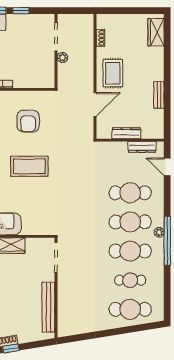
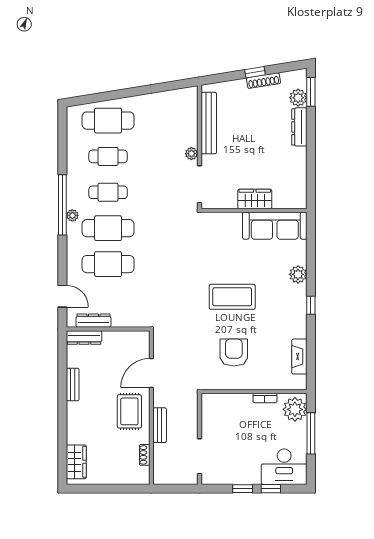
plant: (62, 57) -> (191, 154), moved
bench: (88, 62) -> (160, 425), added
dresser: (126, 133) -> (84, 338), moved
cafe table: (130, 251) -> (108, 192), width x0.73, depth x0.74

